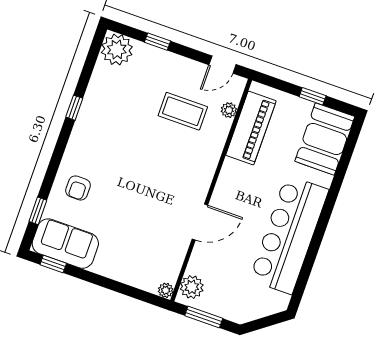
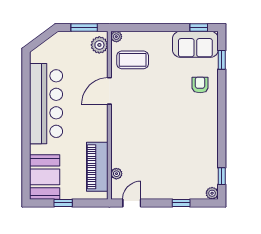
plant: (117, 50) -> (212, 193), width x0.53, depth x0.53
window: (74, 108) -> (222, 176), moved
coffee table: (183, 111) -> (133, 60), moved

